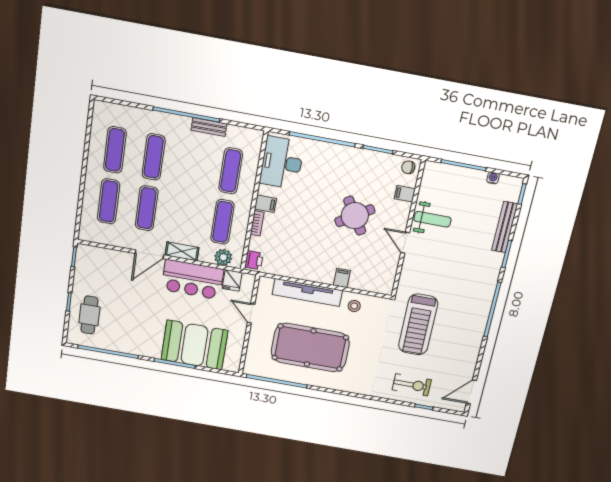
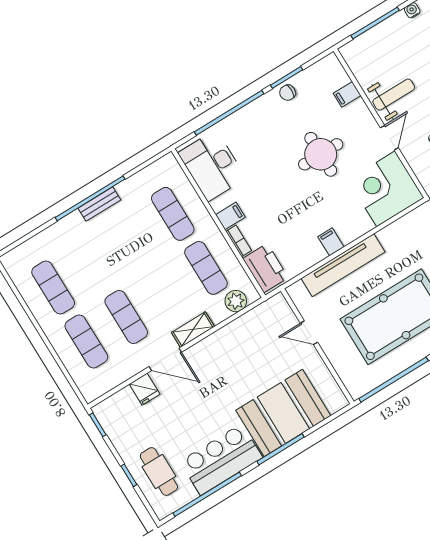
bench: (209, 127) -> (99, 204), moved
exercise mat: (154, 157) -> (93, 263), removed
chair: (408, 167) -> (288, 93), moved
round table: (355, 216) -> (321, 154), turned 32
door: (405, 243) -> (389, 138), swing flipped
door: (149, 254) -> (165, 359), hinge flipped
printer: (254, 260) -> (265, 268), width x1.87, depth x1.48
corner desk: (374, 271) -> (386, 189), added
filing cabinet: (342, 278) -> (331, 242), moved
bar counter: (193, 279) -> (221, 459), moved, turned 180
fridge: (232, 280) -> (145, 389), moved
stool: (354, 306) -> (398, 239), removed

